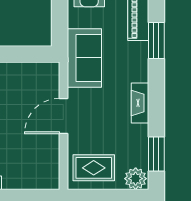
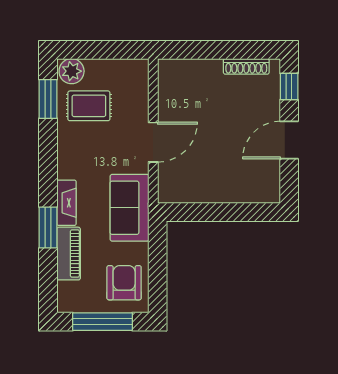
fireplace: (140, 103) -> (66, 203), moved
rug: (94, 168) -> (89, 106), moved

